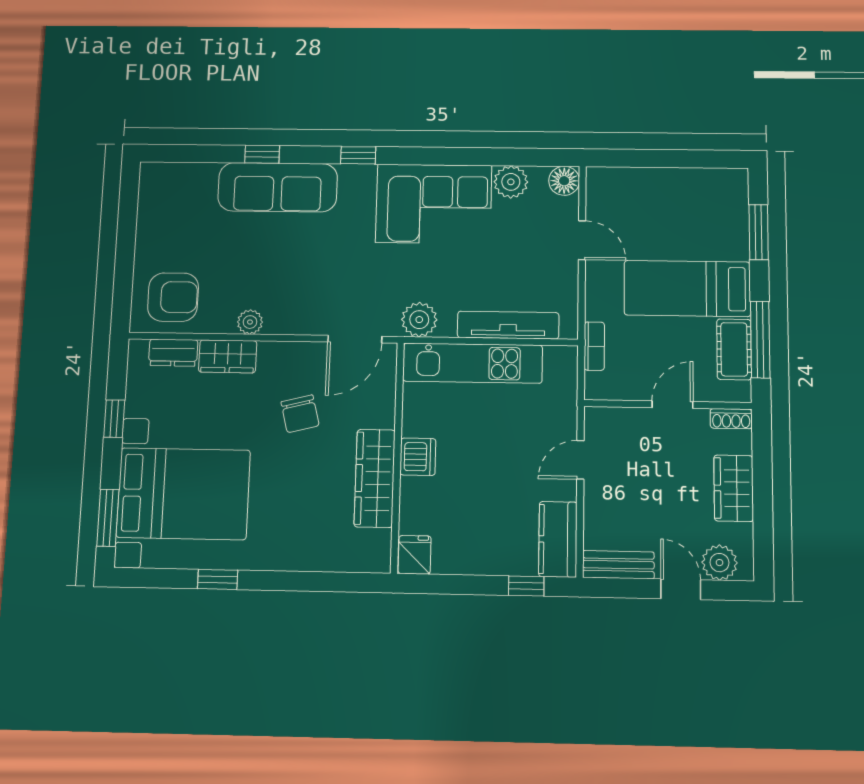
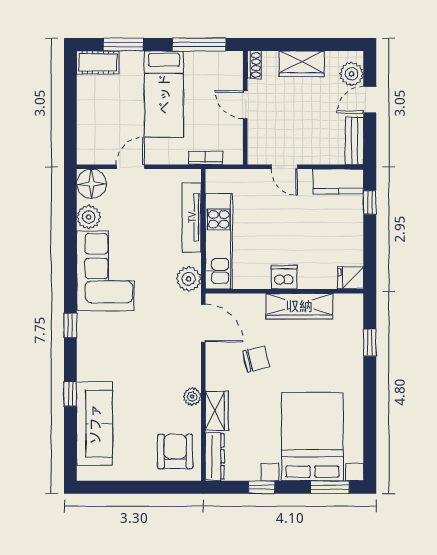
floor lamp: (564, 181) -> (91, 184), width x1.38, depth x1.38
sofa: (278, 187) -> (95, 424), moved
cot: (734, 349) -> (98, 62), moved
dresser: (173, 353) -> (215, 456), width x1.44
window: (218, 579) -> (370, 343), moved

